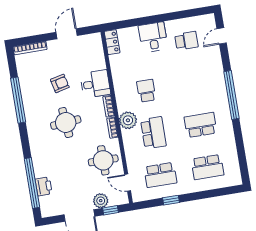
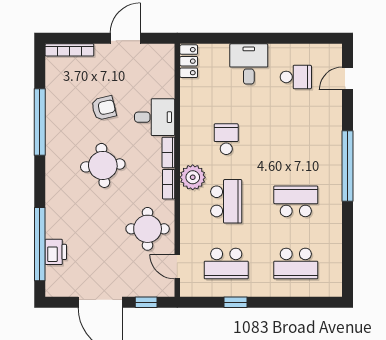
plant: (101, 201) -> (134, 286), removed

